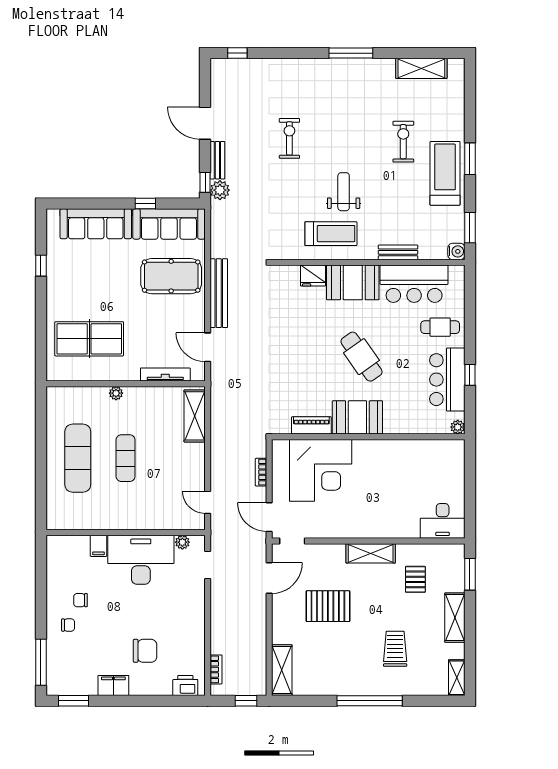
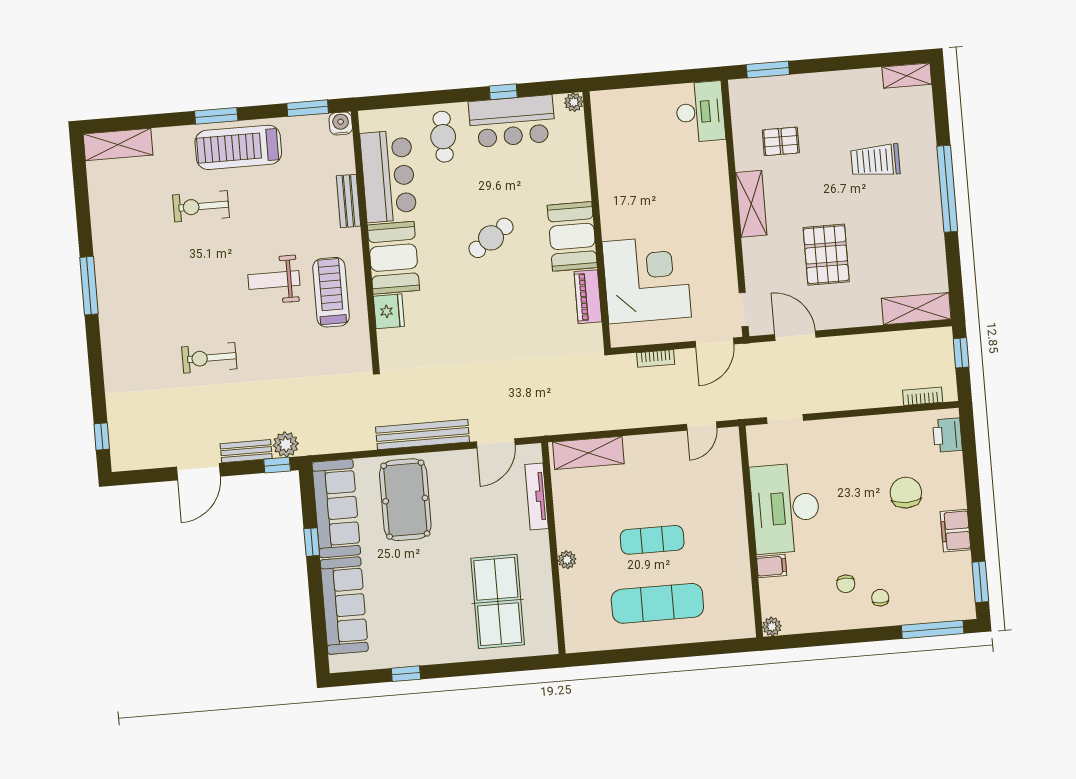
shelving: (421, 68) -> (118, 145), moved, turned 90
cafe table: (361, 357) -> (491, 238), width x0.73, depth x0.74
plant: (182, 542) -> (772, 627), moved
shelving: (455, 618) -> (827, 85), removed

